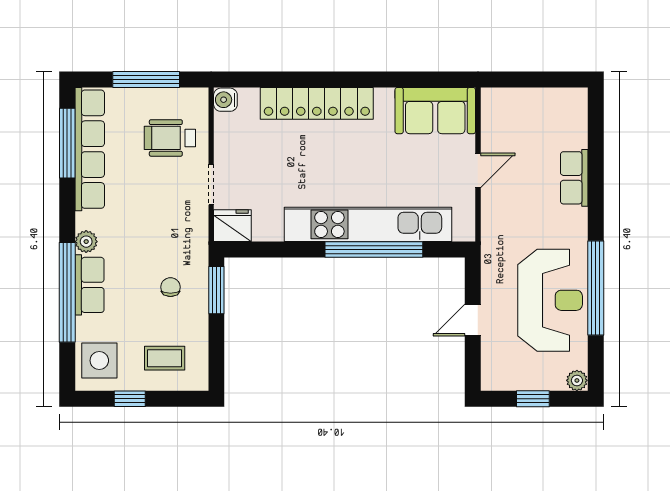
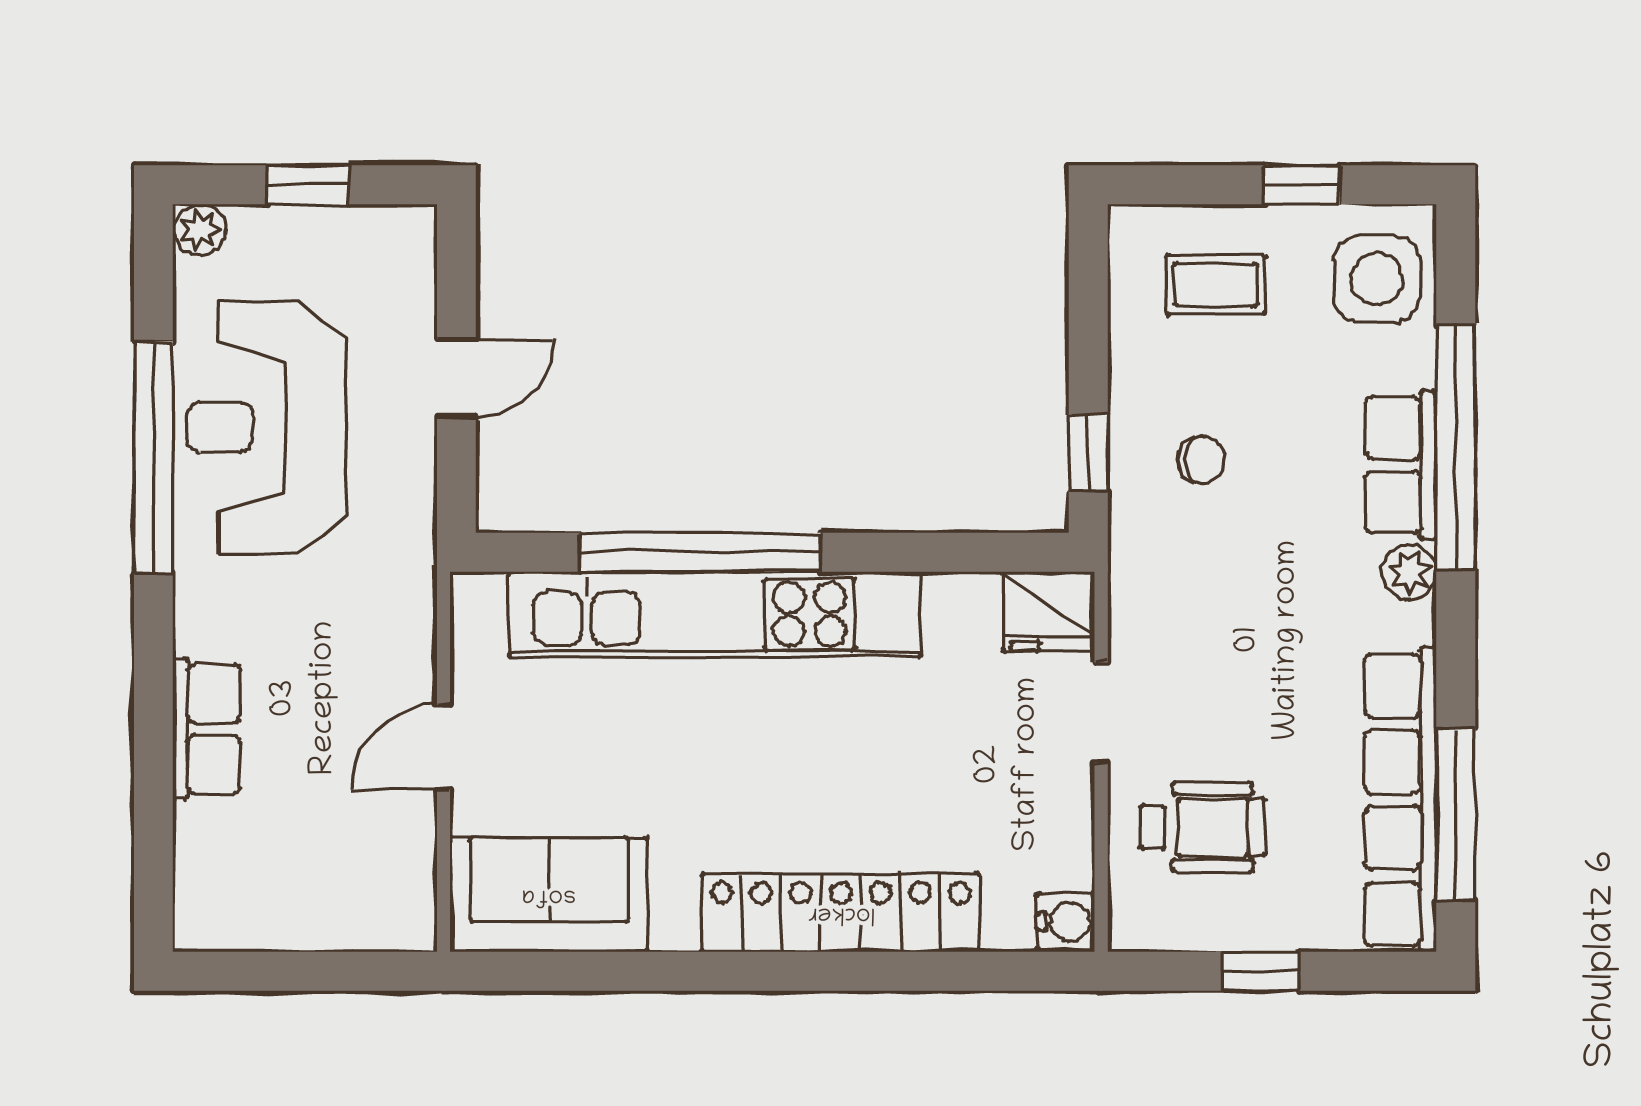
window: (146, 80) -> (1261, 971), width x0.46
chair: (170, 287) -> (1201, 460), turned -90
window: (216, 290) -> (1088, 452), width x0.67

